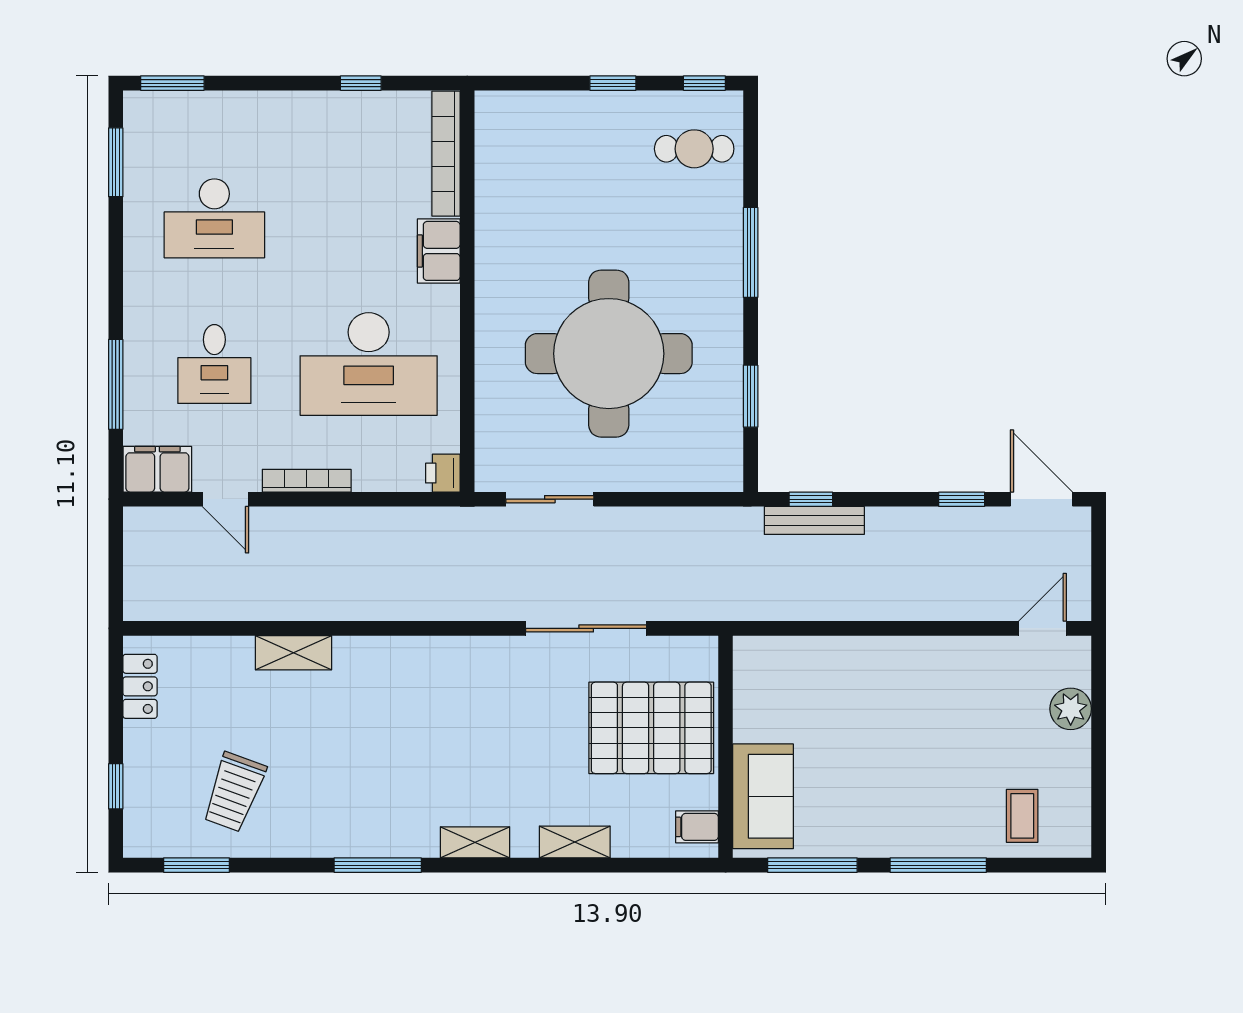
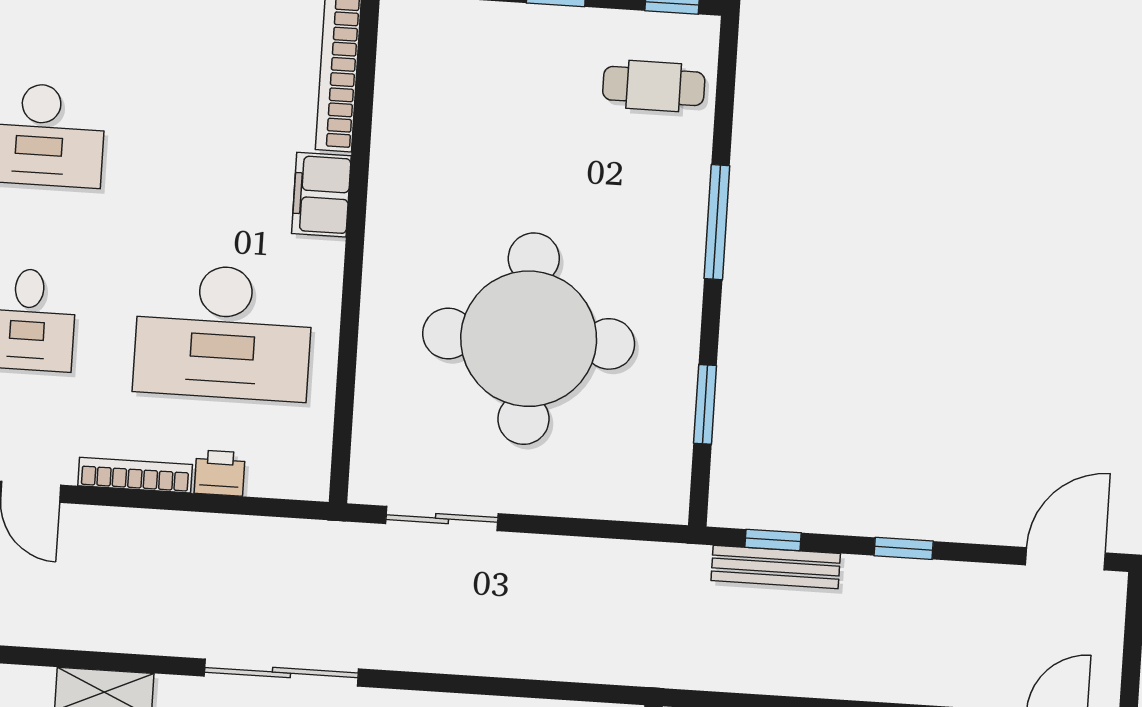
printer: (443, 473) -> (220, 473), moved, turned 90
window: (962, 499) -> (904, 548), moved
door: (1041, 499) -> (1065, 559), hinge flipped
sliding door: (586, 628) -> (281, 673), moved

